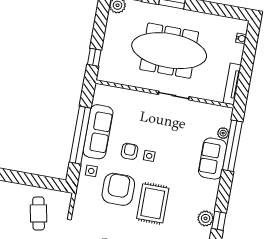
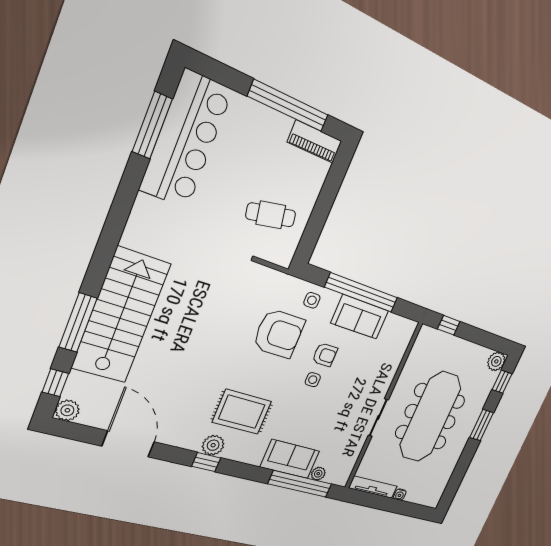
water cooler: (241, 38) -> (400, 495), moved
sofa: (98, 132) -> (360, 317), width x0.73
rug: (153, 203) -> (242, 412), moved

